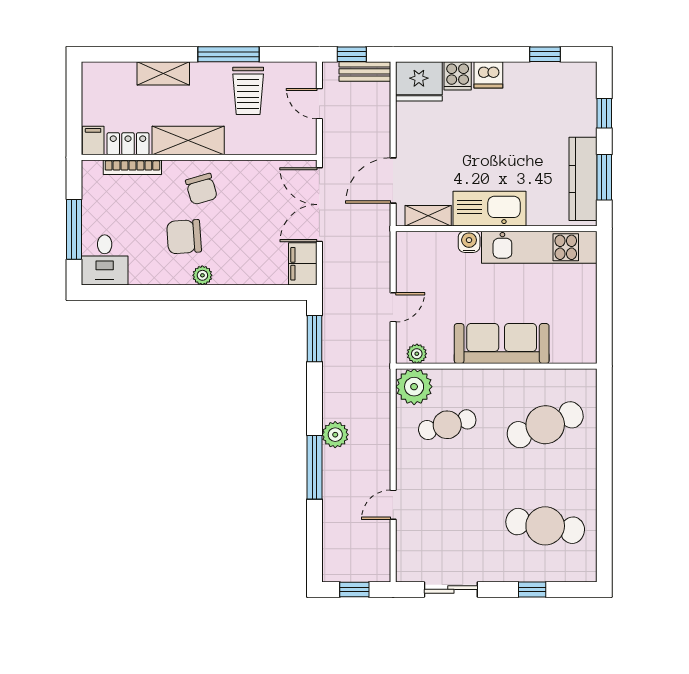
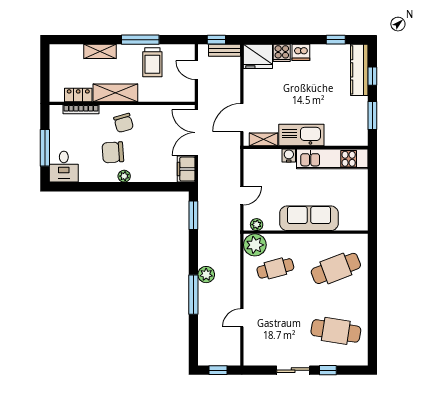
filing cabinet: (93, 141) -> (57, 93), removed
kitchen counter: (583, 179) -> (359, 70), moved
sliding door: (451, 589) -> (293, 370), moved

